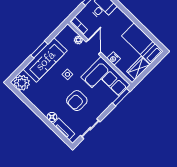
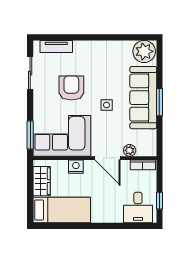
floor lamp: (52, 117) -> (80, 47), removed

